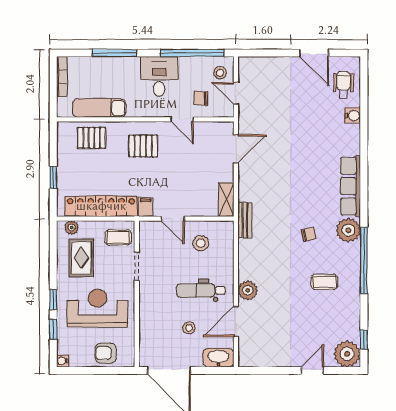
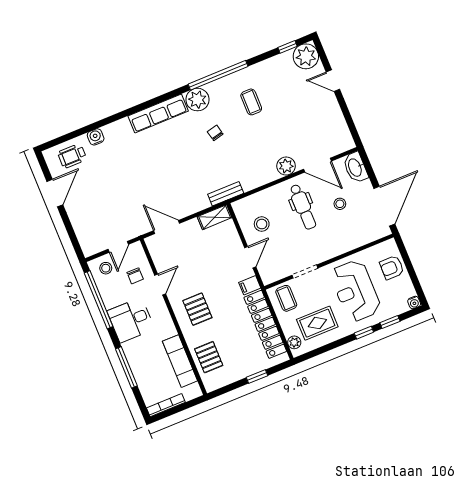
armchair: (106, 353) -> (392, 268), turned 90

